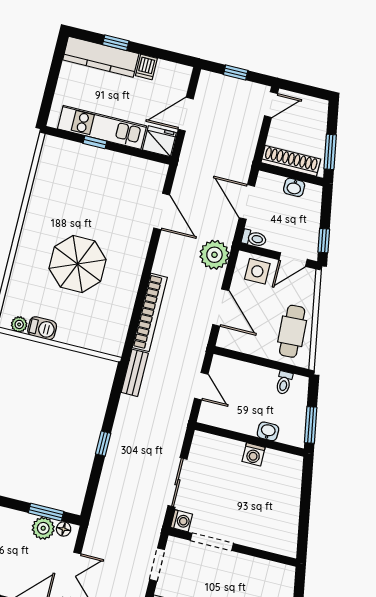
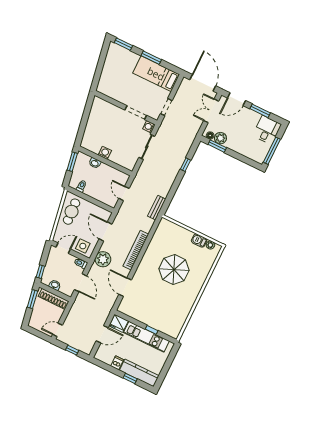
window: (324, 241) -> (40, 272), moved
bookcase: (150, 312) -> (136, 250), moved
window: (103, 444) -> (185, 165), moved

